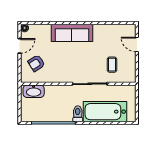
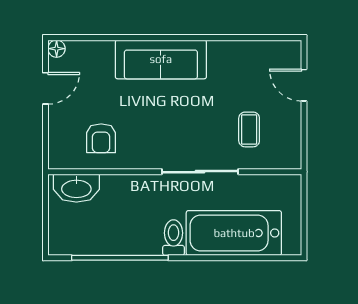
armchair: (36, 63) -> (101, 138), moved, turned -57

